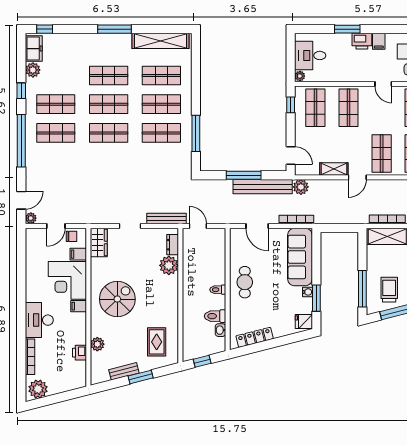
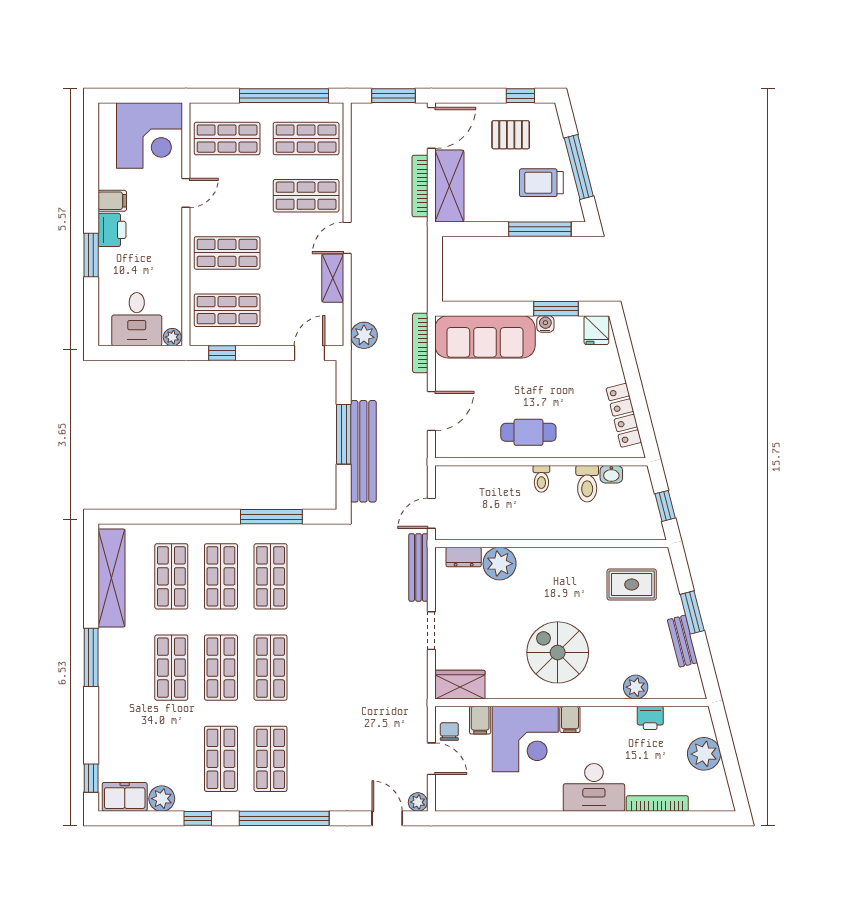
door: (357, 177) -> (347, 238), swing flipped
bench: (263, 187) -> (363, 451), moved
plant: (38, 389) -> (704, 754), moved

